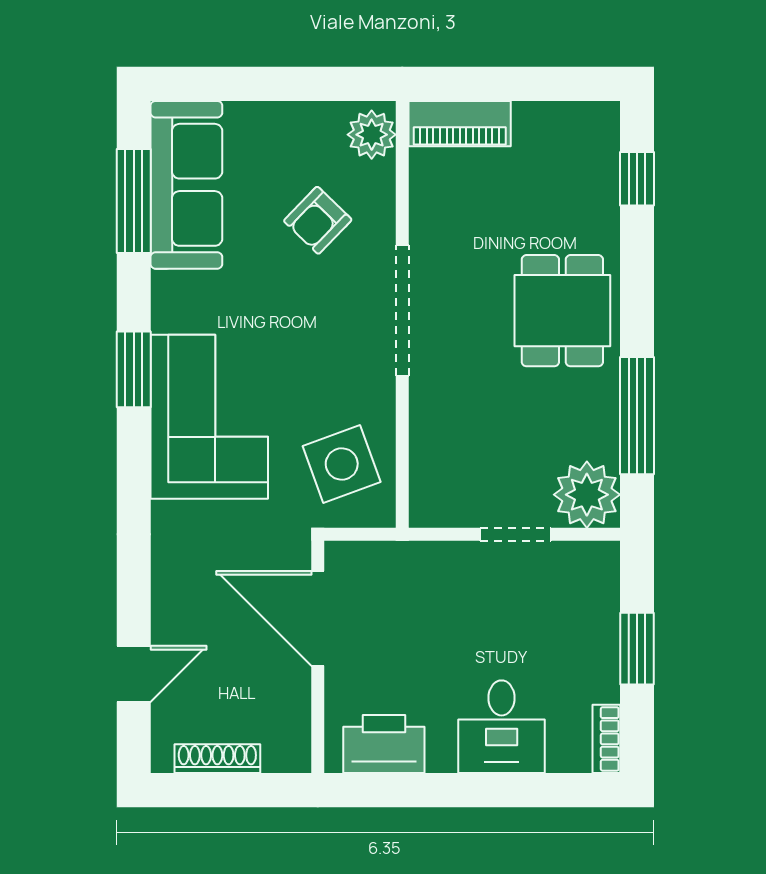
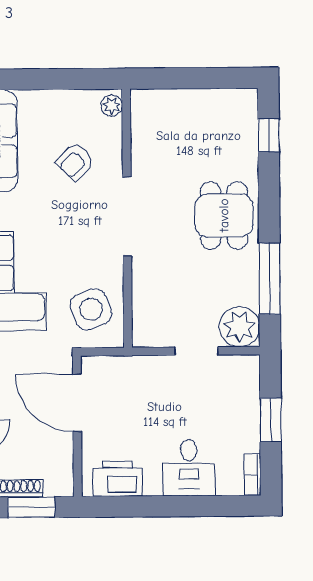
piano: (460, 124) -> (161, 103), removed
plant: (372, 135) -> (112, 106), width x0.73, depth x0.73
window: (241, 790) -> (31, 507), added

